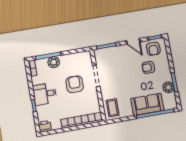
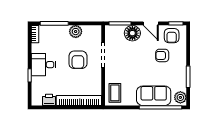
floor lamp: (119, 52) -> (132, 33), added
plant: (54, 62) -> (76, 32), moved
armchair: (75, 84) -> (78, 60), turned 180
plant: (168, 87) -> (180, 97), moved
printer: (45, 126) -> (49, 100), moved

